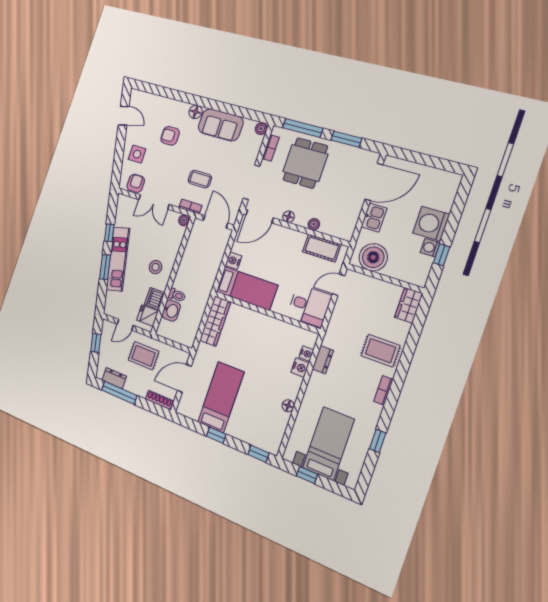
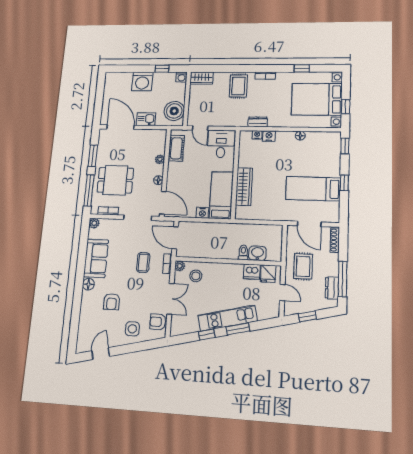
door: (215, 222) -> (175, 238), hinge flipped
washing machine: (430, 248) -> (182, 77), moved
stool: (156, 267) -> (196, 276), moved
wardrobe: (215, 321) -> (244, 187), moved, turned 90
bed with nightstands: (328, 444) -> (317, 99), width x1.36

